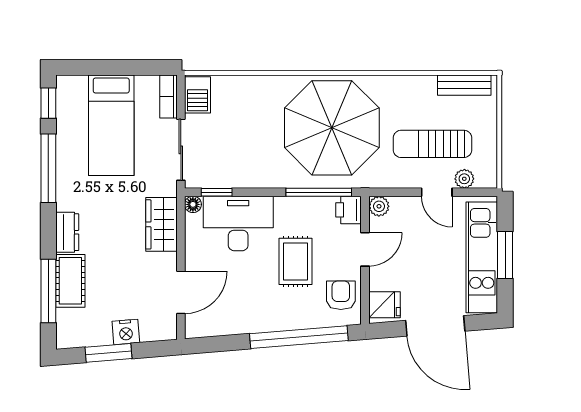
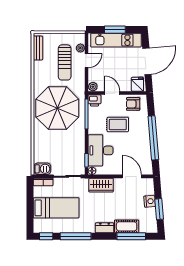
window: (299, 337) -> (153, 138), moved

